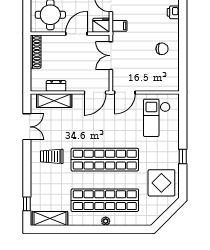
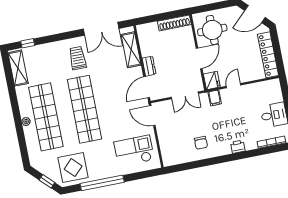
door: (76, 34) -> (199, 58), hinge flipped
double door: (111, 56) -> (185, 95), swing flipped
dresser: (56, 86) -> (149, 66), moved
door: (95, 92) -> (147, 87), hinge flipped
double door: (27, 127) -> (101, 29), width x1.37
window: (183, 157) -> (102, 183), width x3.17
window: (170, 212) -> (47, 181), added

